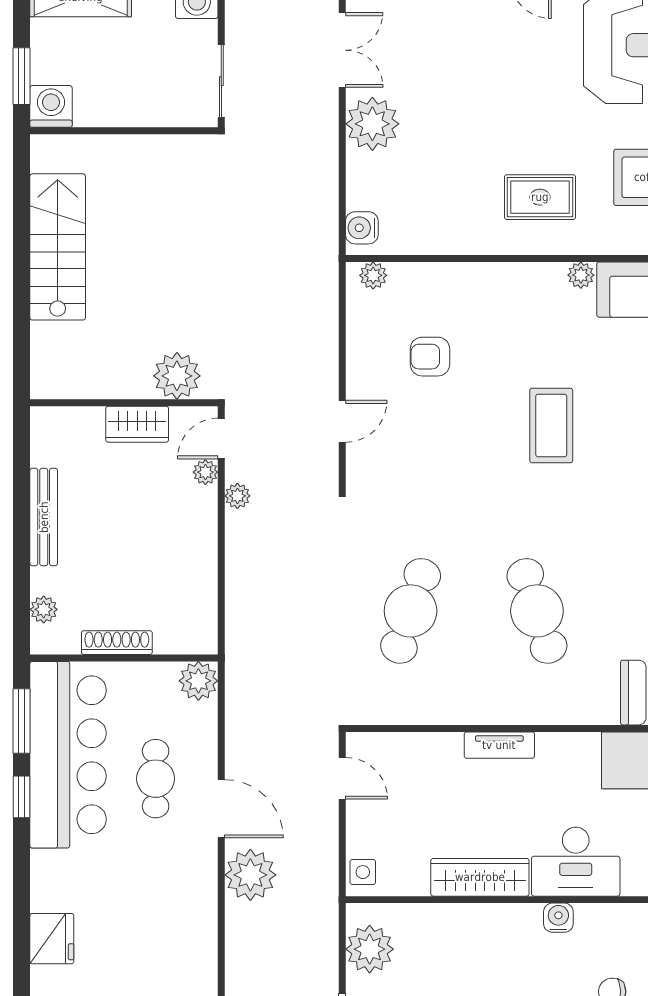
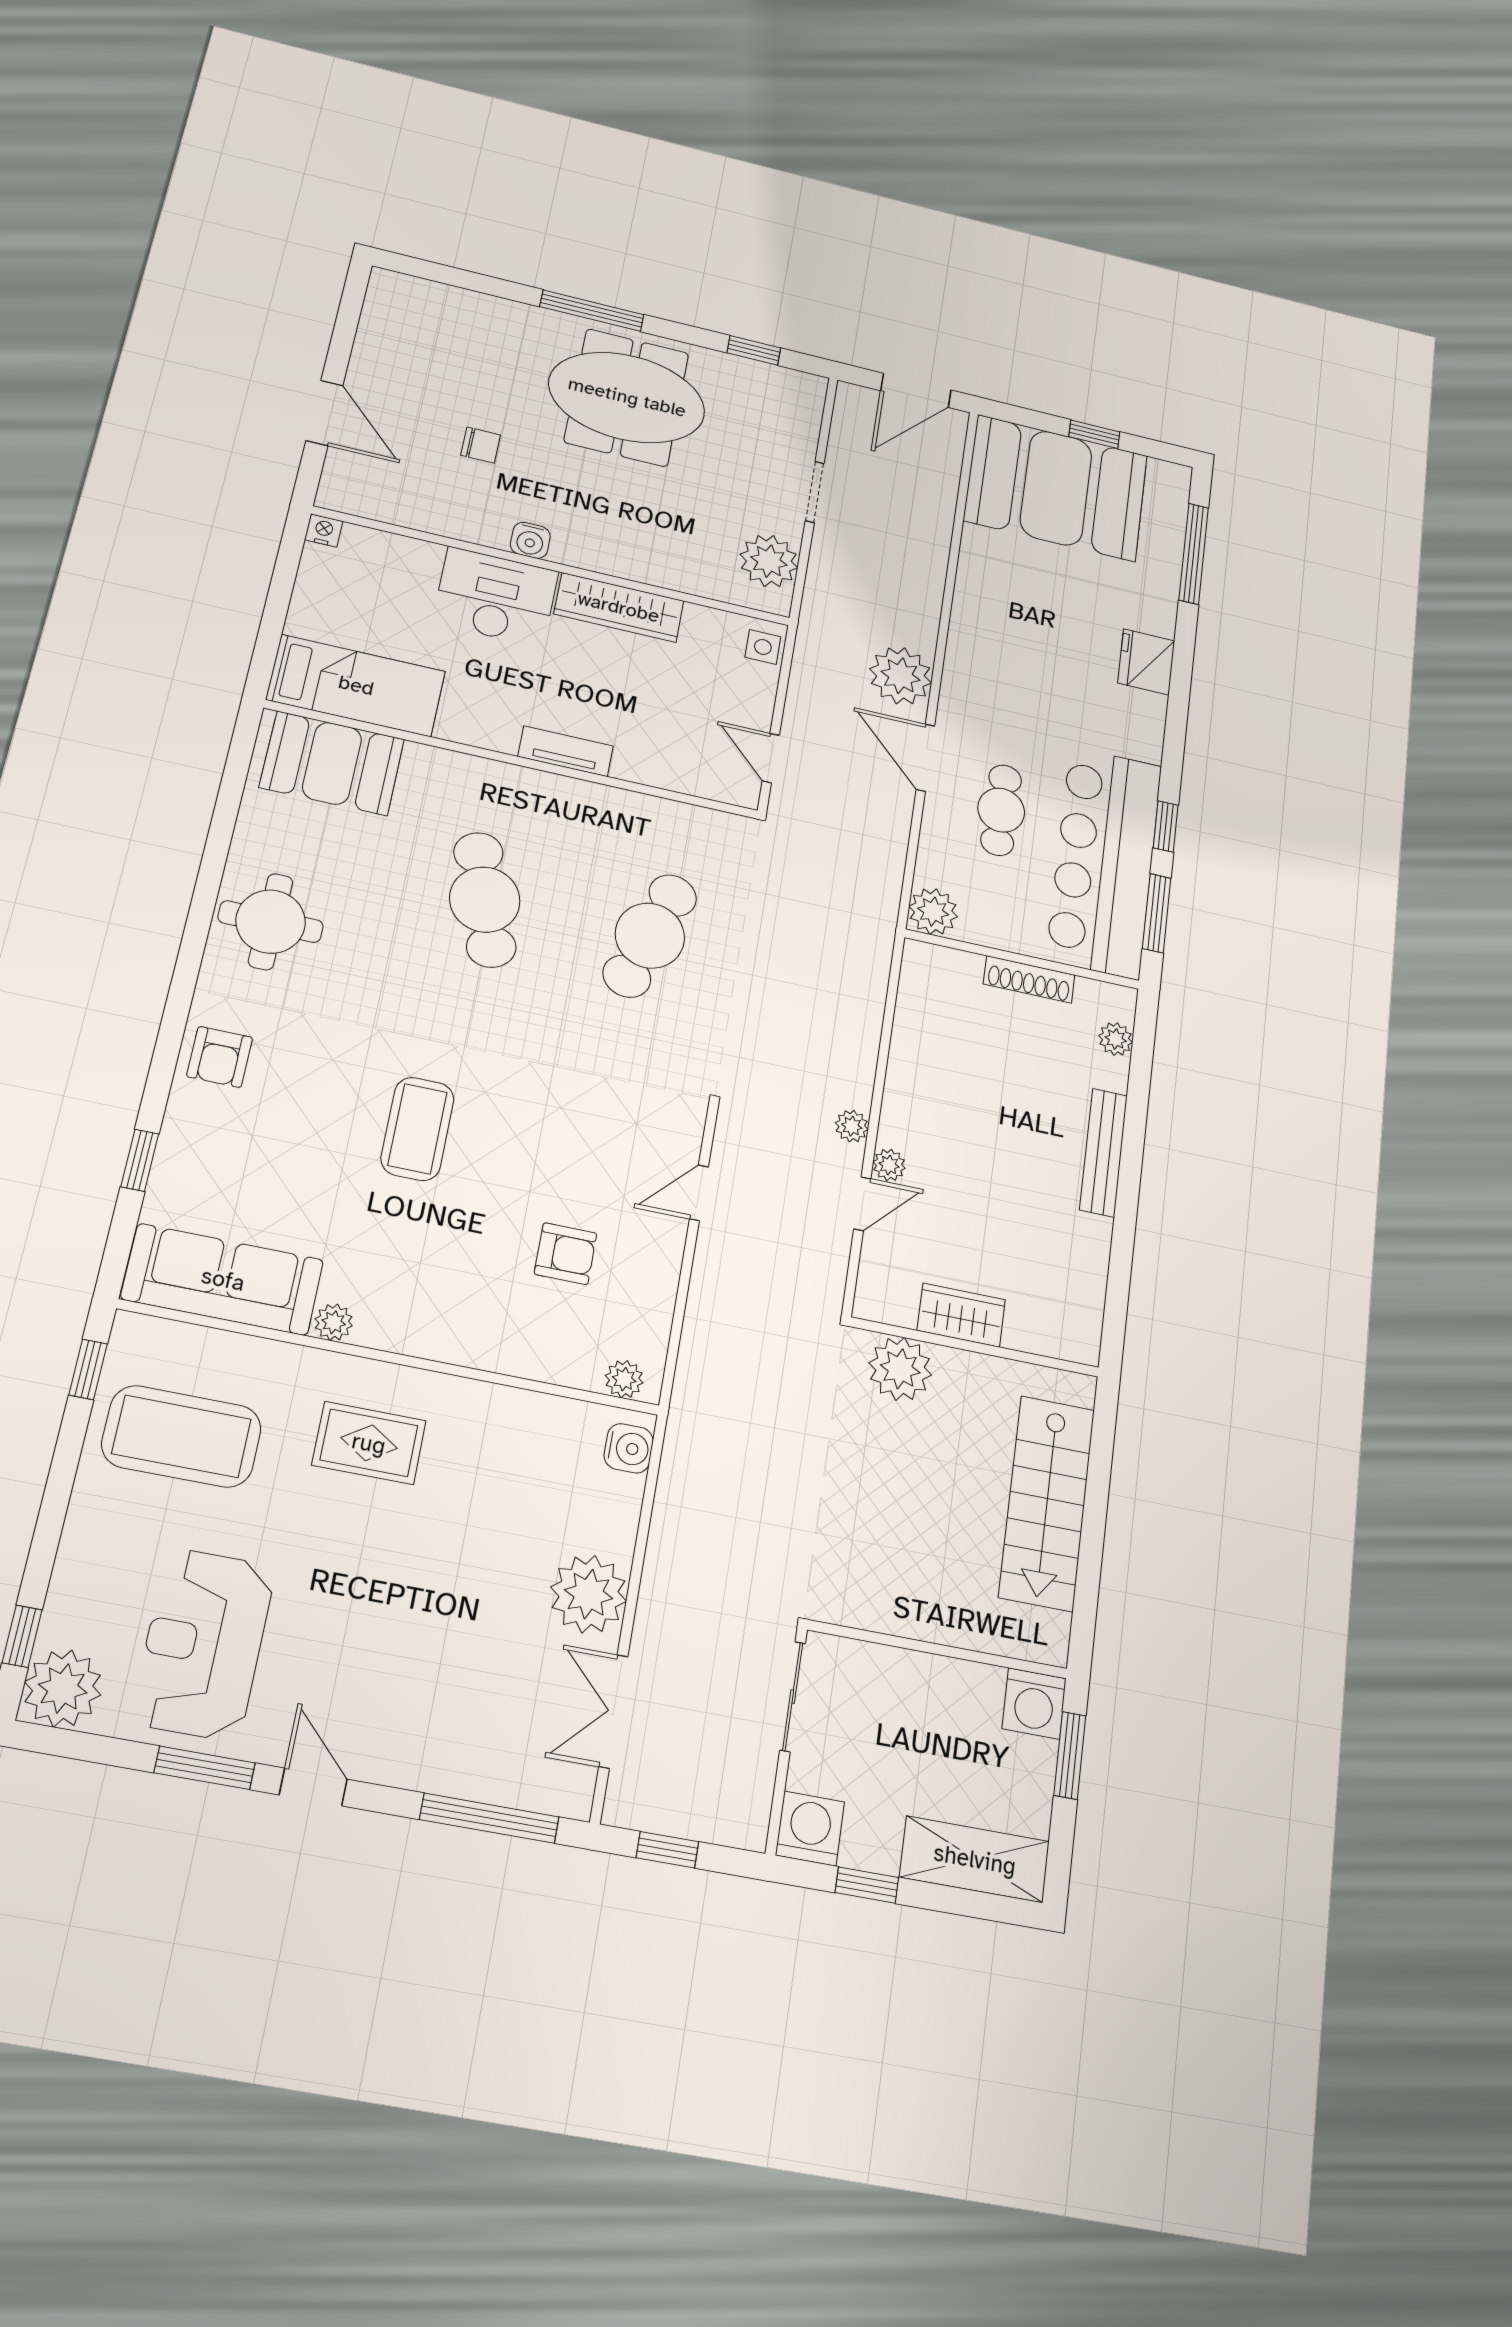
plant: (177, 376) -> (900, 1369), moved
wall: (124, 403) -> (975, 1347), moved
wardrobe: (137, 424) -> (961, 1315), moved

